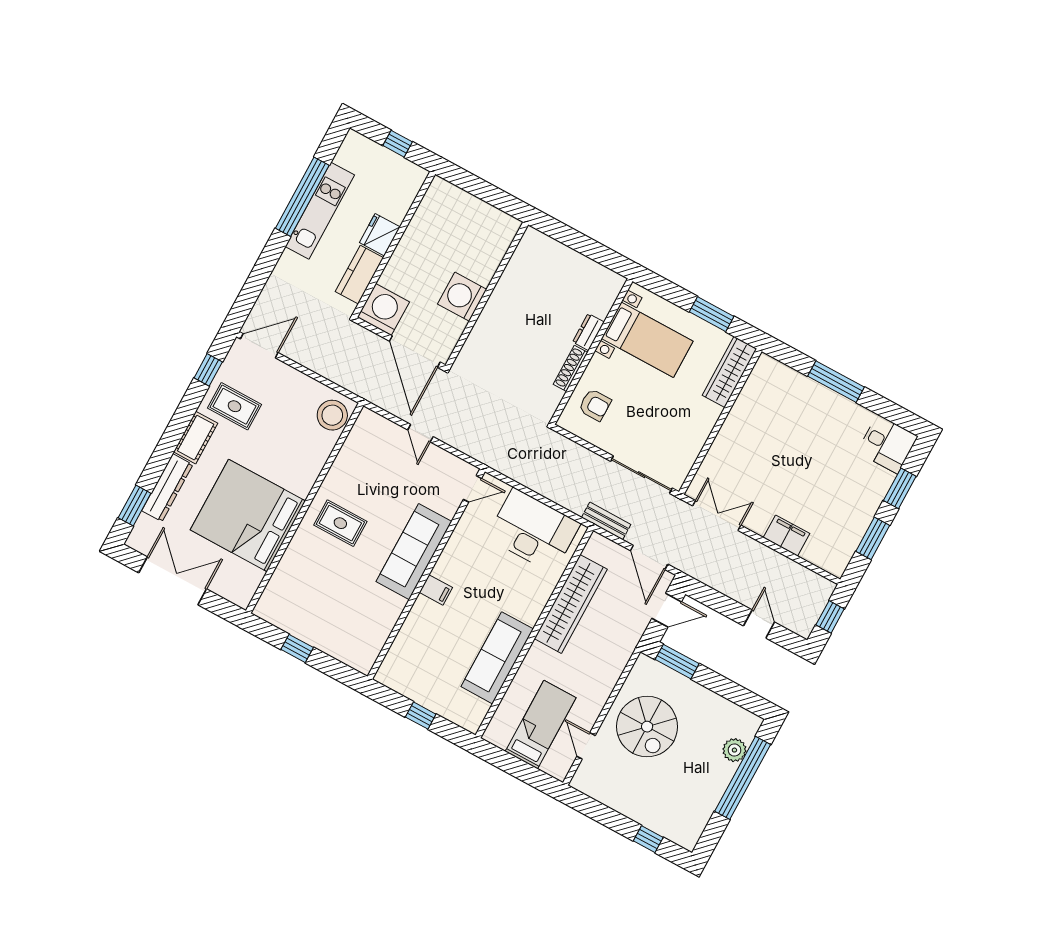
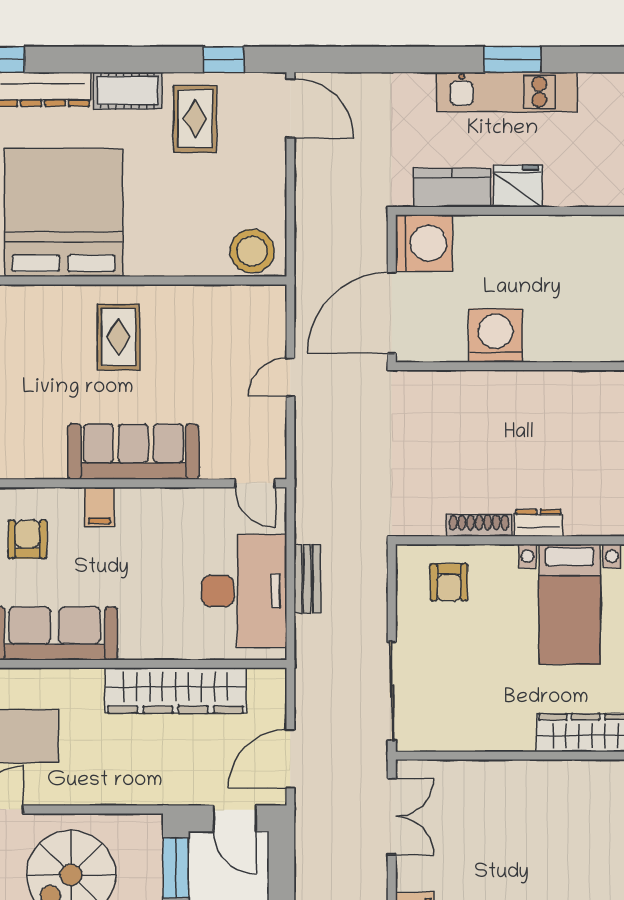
window: (302, 197) -> (513, 59), width x0.47
bench: (606, 521) -> (307, 579), moved
armchair: (432, 644) -> (27, 539), added

